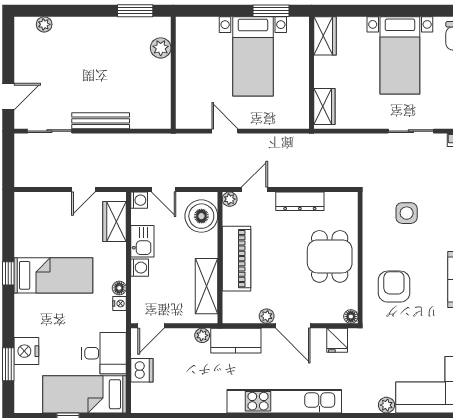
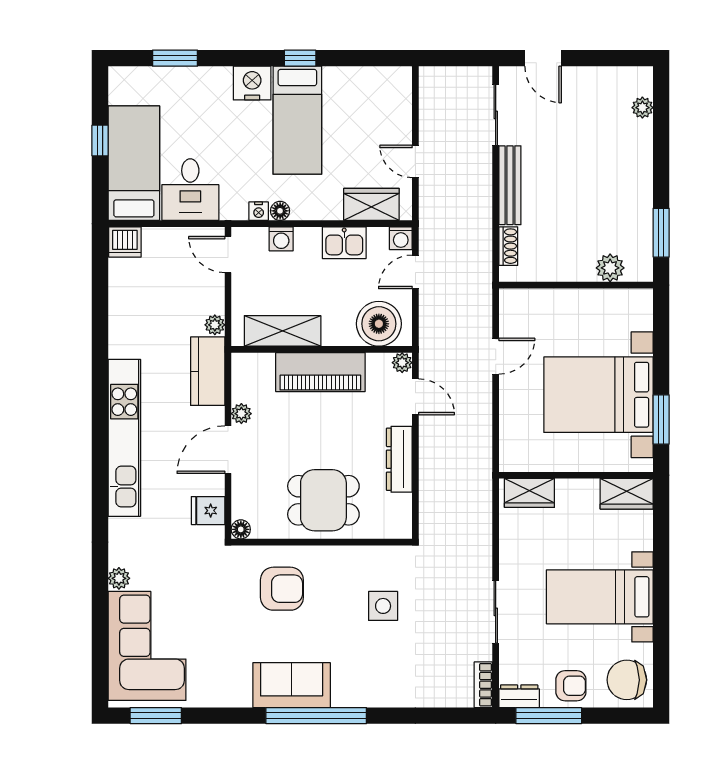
bed with nightstands: (253, 56) -> (598, 395), width x1.36
shoe rack: (145, 122) -> (508, 246), added
washing machine: (140, 268) -> (281, 239), moved
nightstand: (26, 351) -> (252, 83), moved
dishwasher: (142, 370) -> (125, 242), moved

